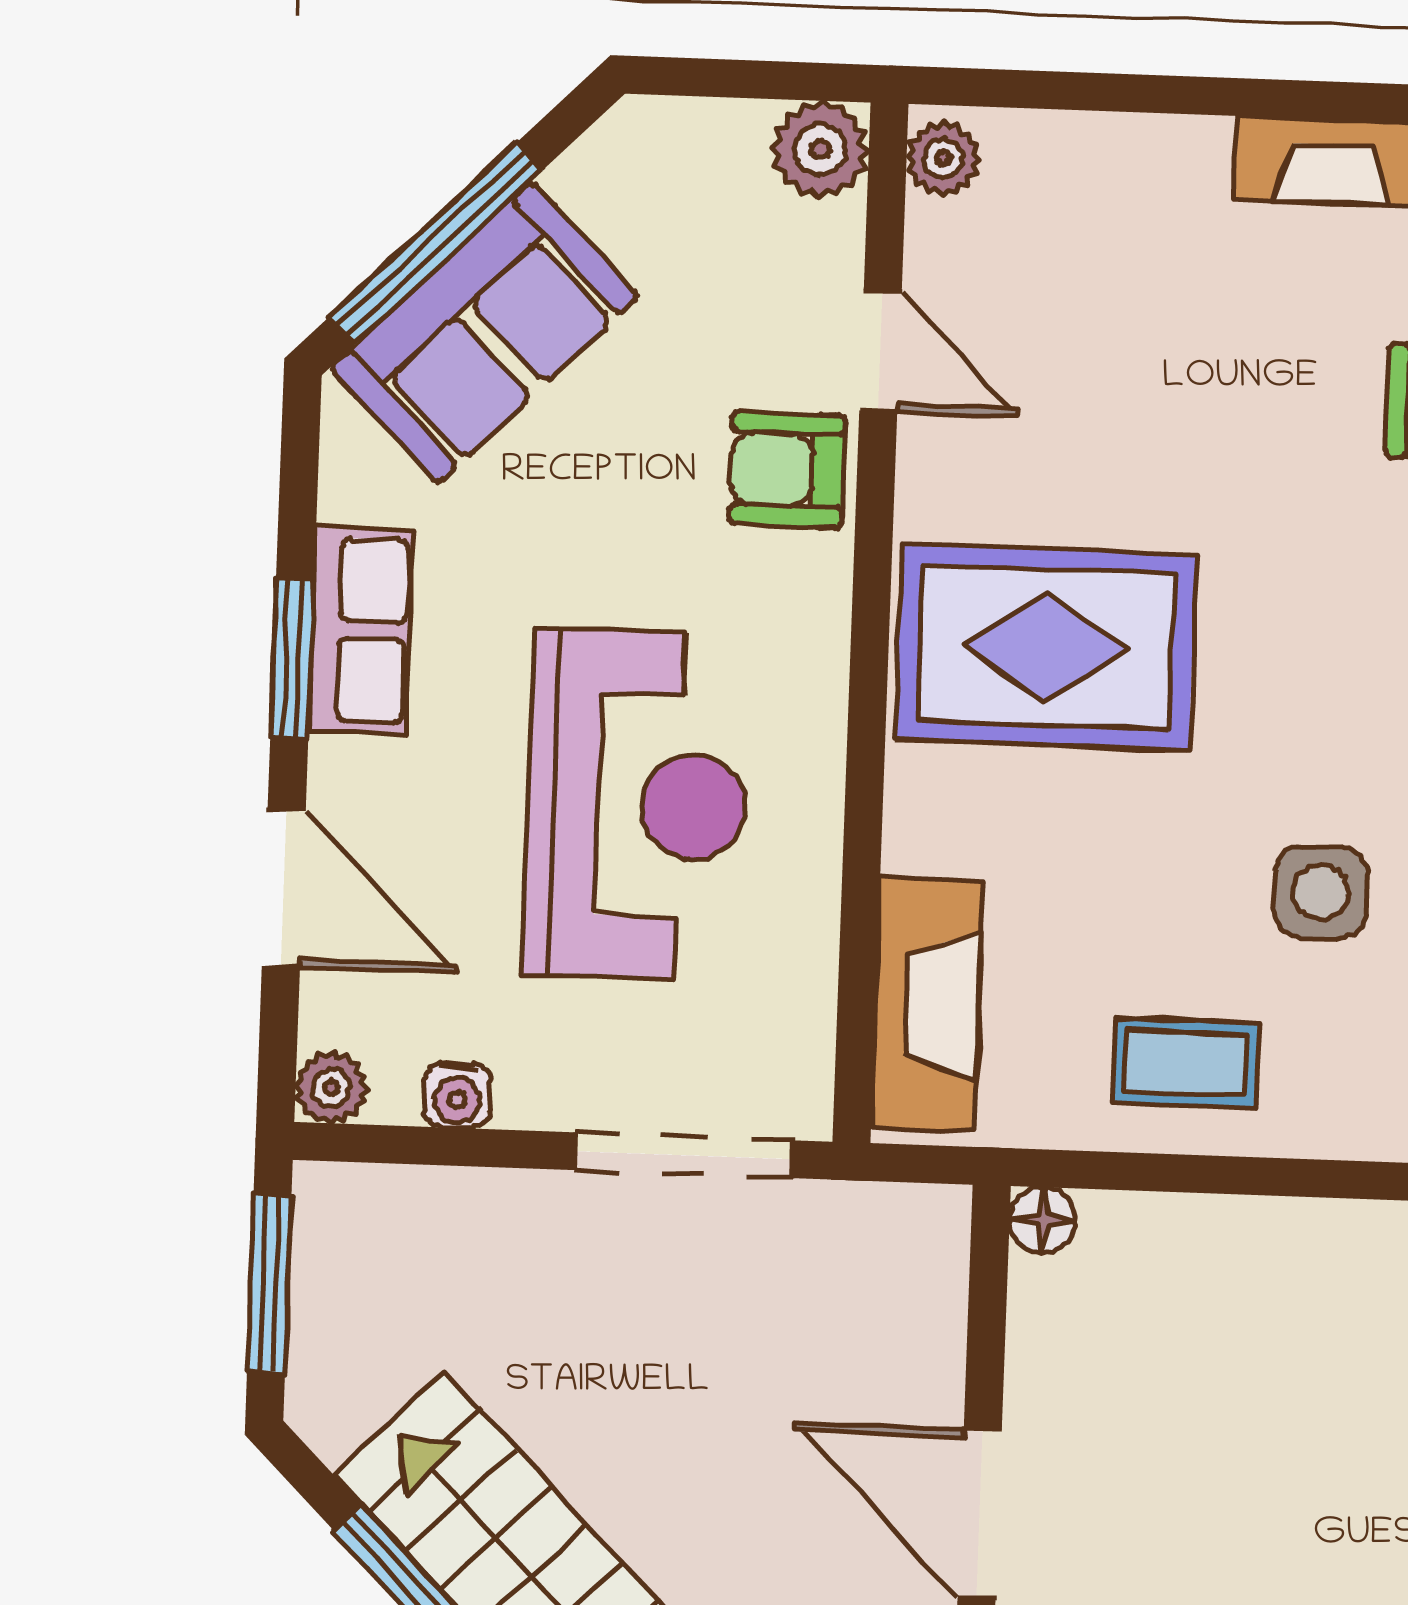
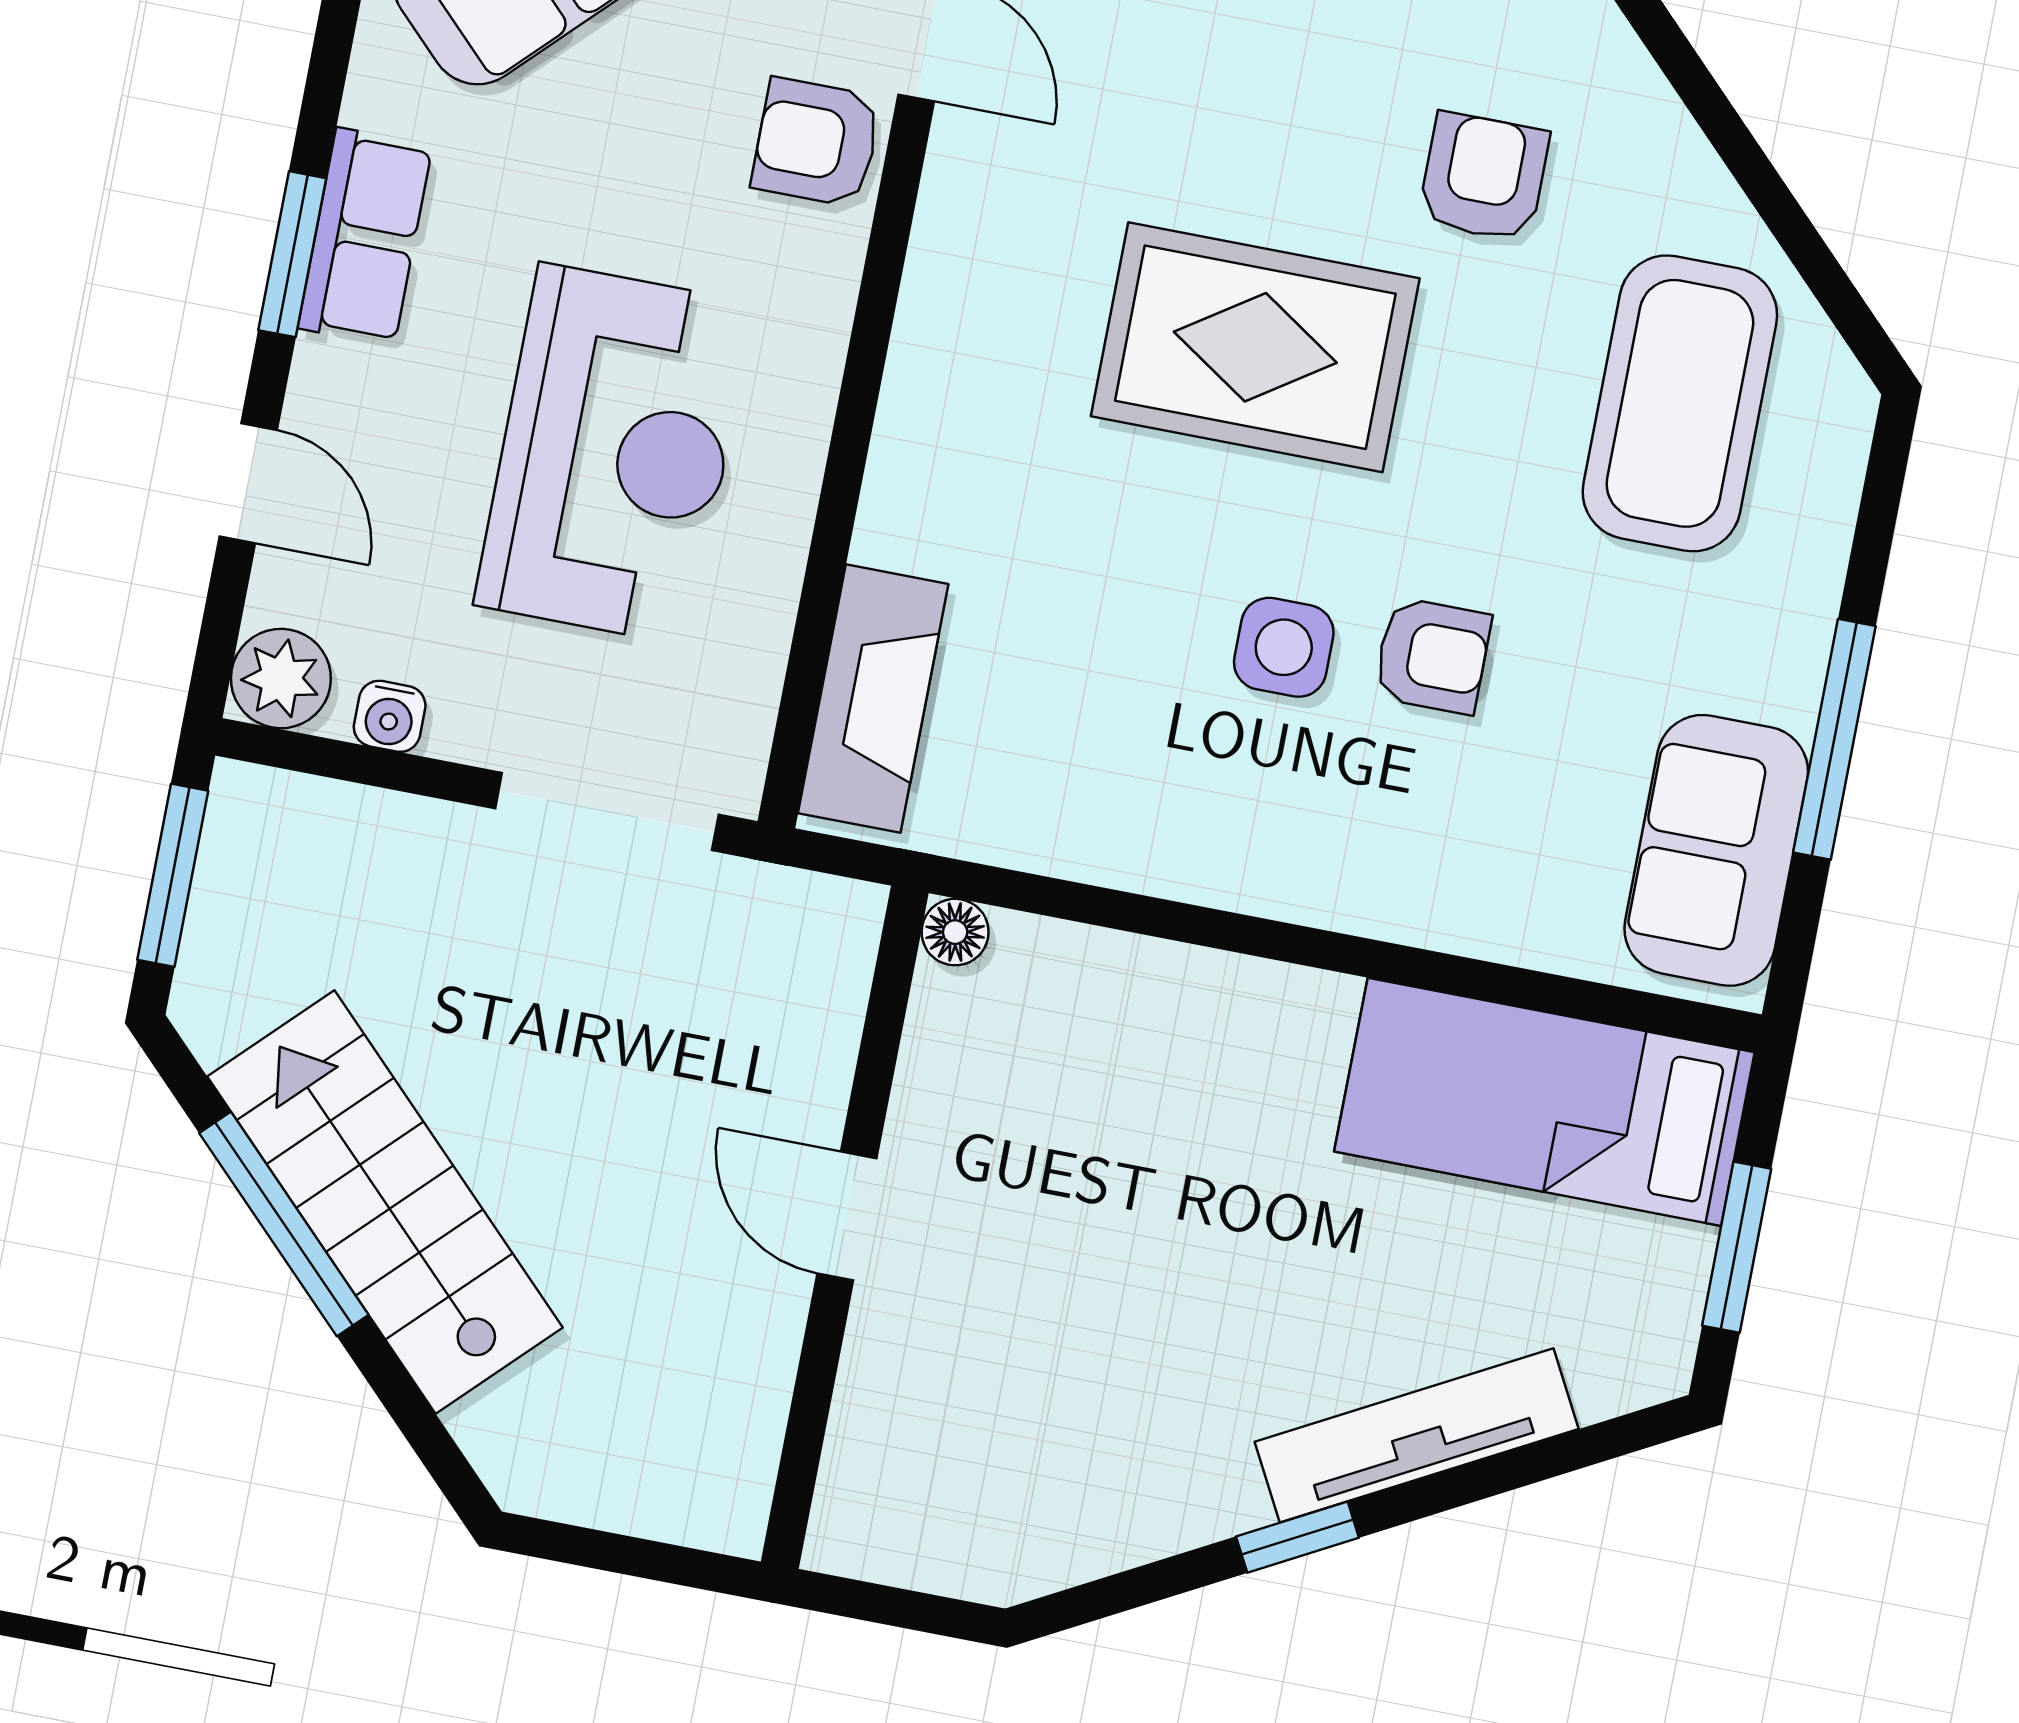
rug: (1046, 647) -> (1255, 347), moved
door: (284, 888) -> (248, 483), width x0.73
coffee table: (1186, 1063) -> (1123, 797), removed
plant: (331, 1087) -> (281, 679), width x1.38, depth x1.38
door: (980, 1514) -> (847, 1216), width x0.73

